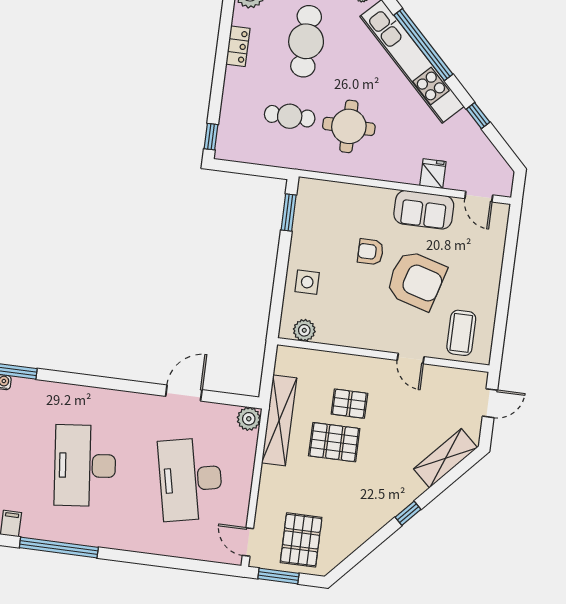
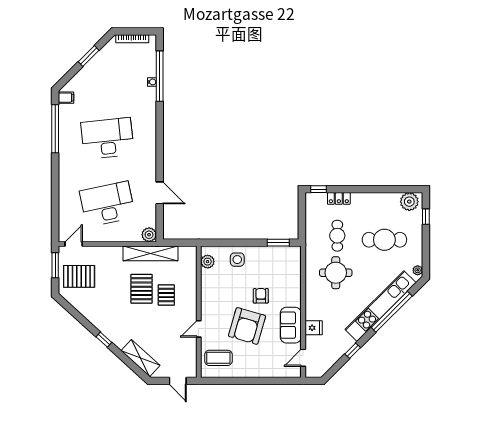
locker: (238, 46) -> (339, 198), moved

